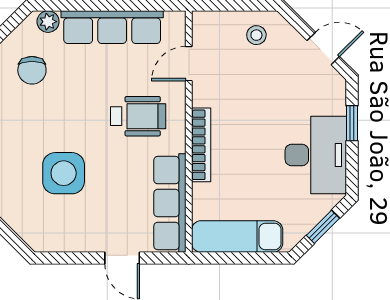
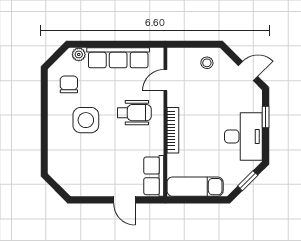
chair: (32, 70) -> (69, 84), turned 180
side table: (64, 173) -> (86, 120), moved
row of seats: (170, 203) -> (154, 176), width x0.68

